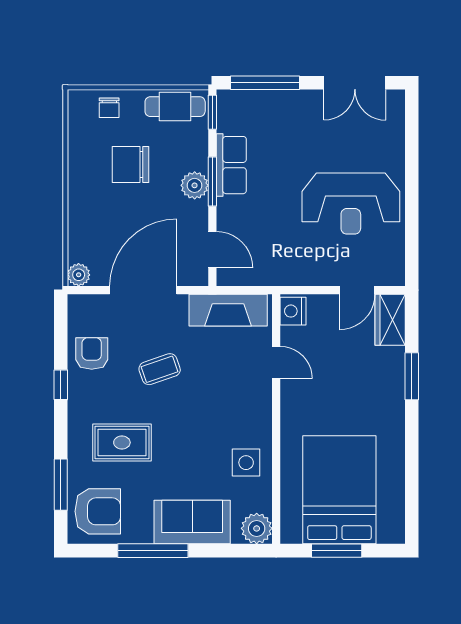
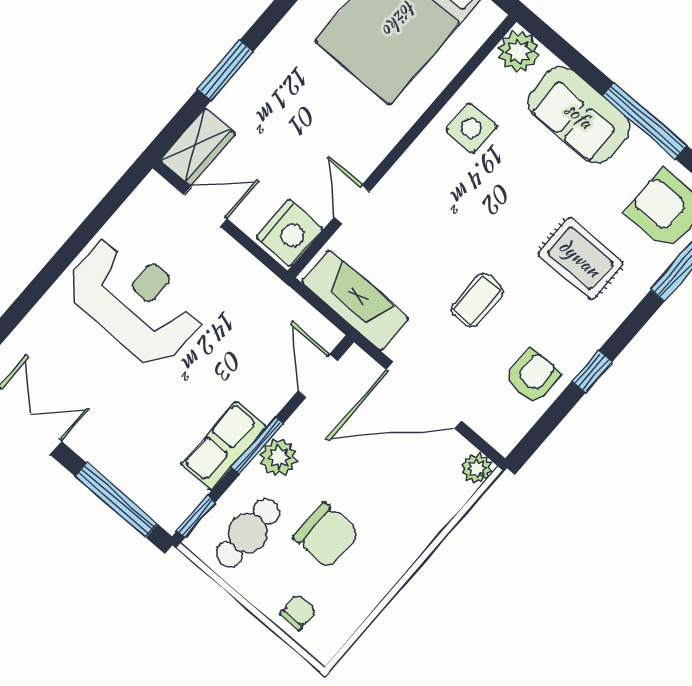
cafe table: (175, 107) -> (248, 533), moved, turned 90
nightstand: (293, 311) -> (290, 233), width x1.36, depth x1.33
armchair: (92, 353) -> (533, 376), turned 180
coffee table: (160, 369) -> (477, 300), turned -71

